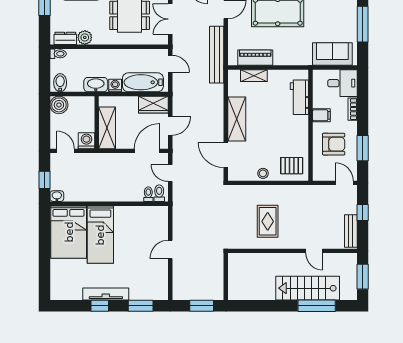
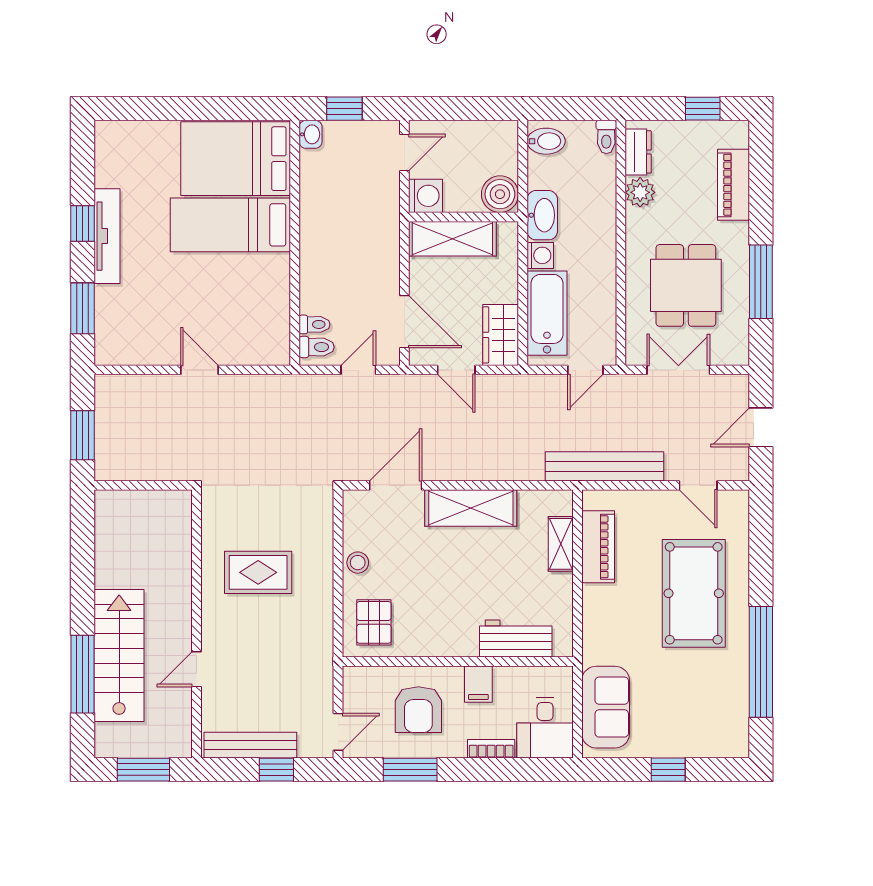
window: (363, 24) -> (668, 770), width x0.46
boiler: (59, 105) -> (500, 194), moved
bench: (351, 231) -> (250, 745), width x1.36

